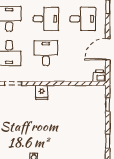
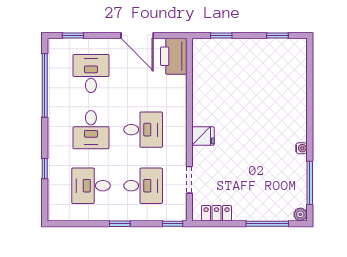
desk: (46, 19) -> (91, 130), turned 180
desk: (46, 53) -> (143, 130), turned 180
printer: (100, 76) -> (174, 56), width x1.87, depth x1.48

